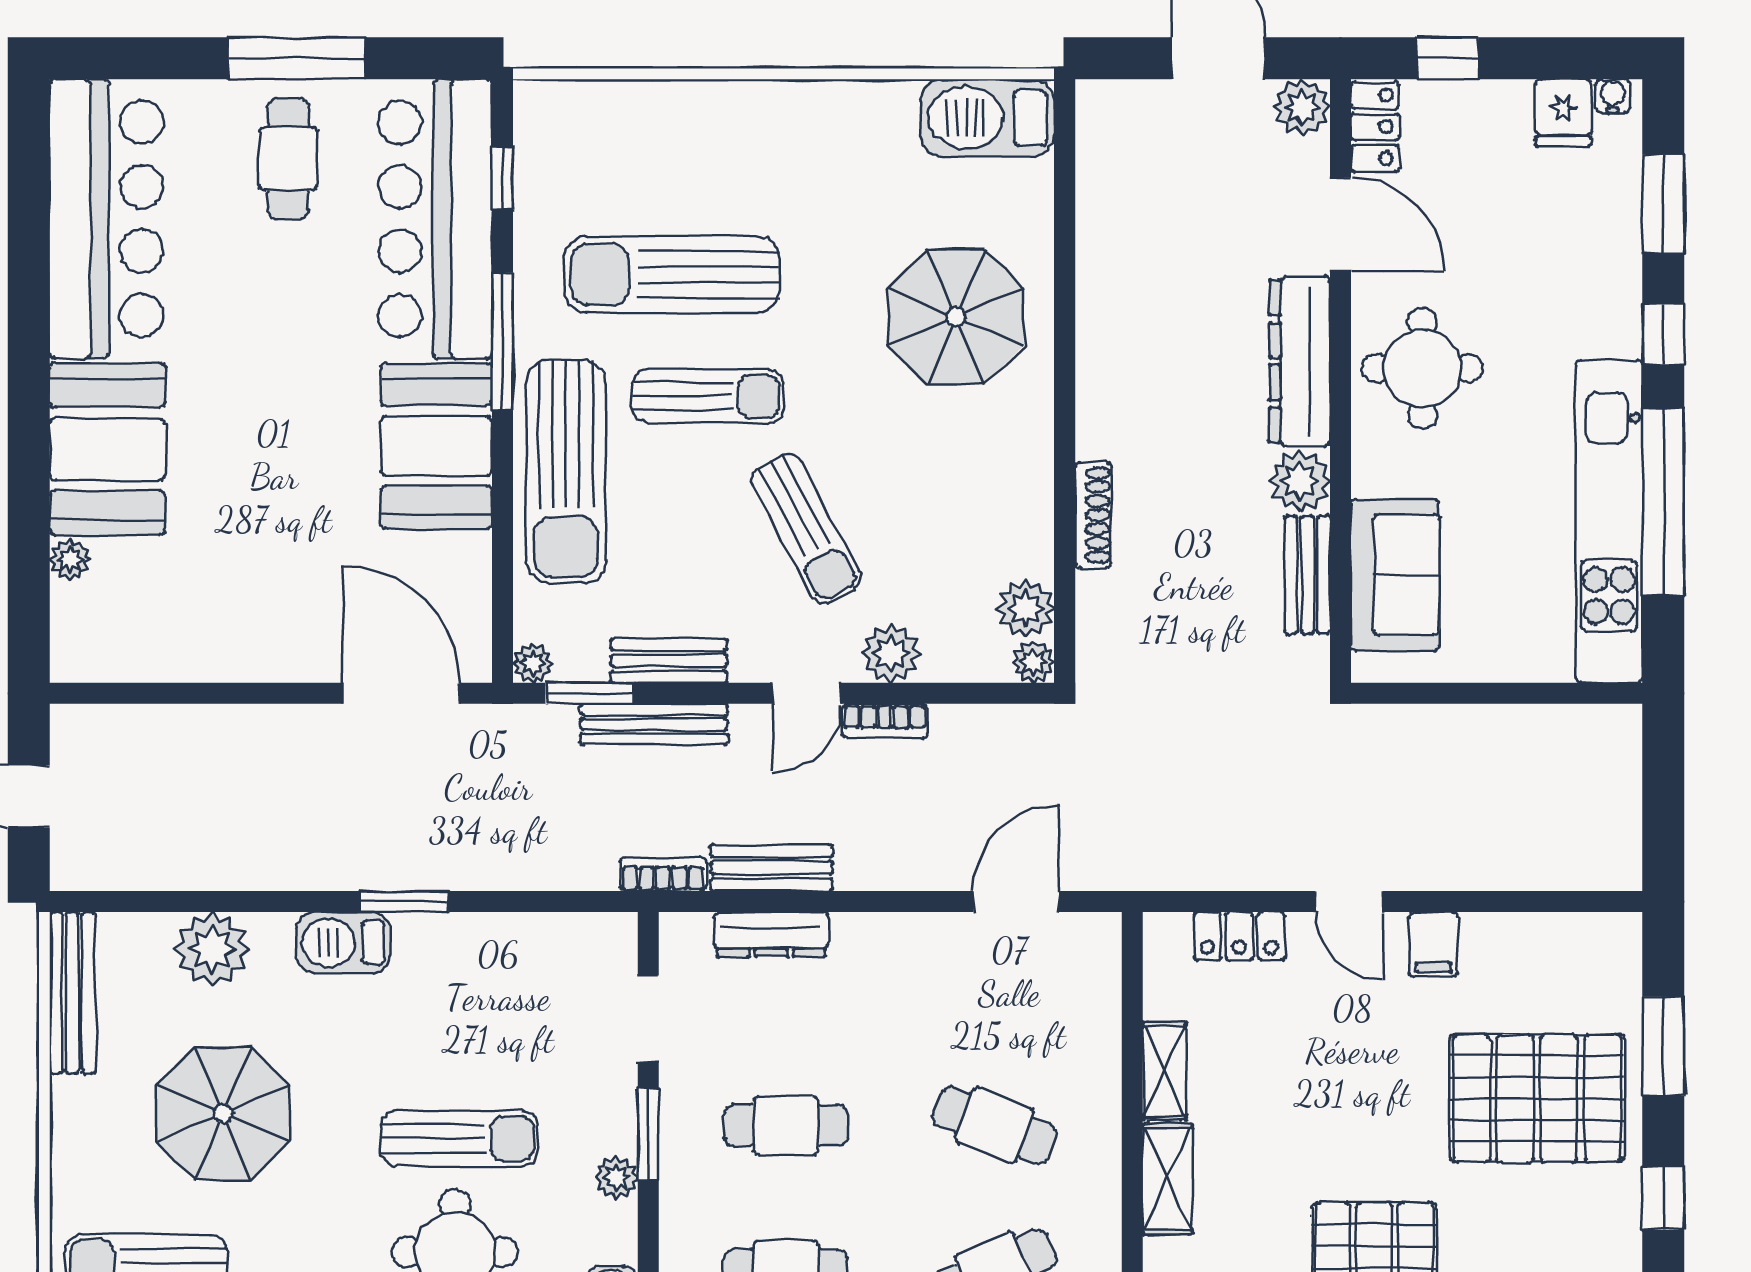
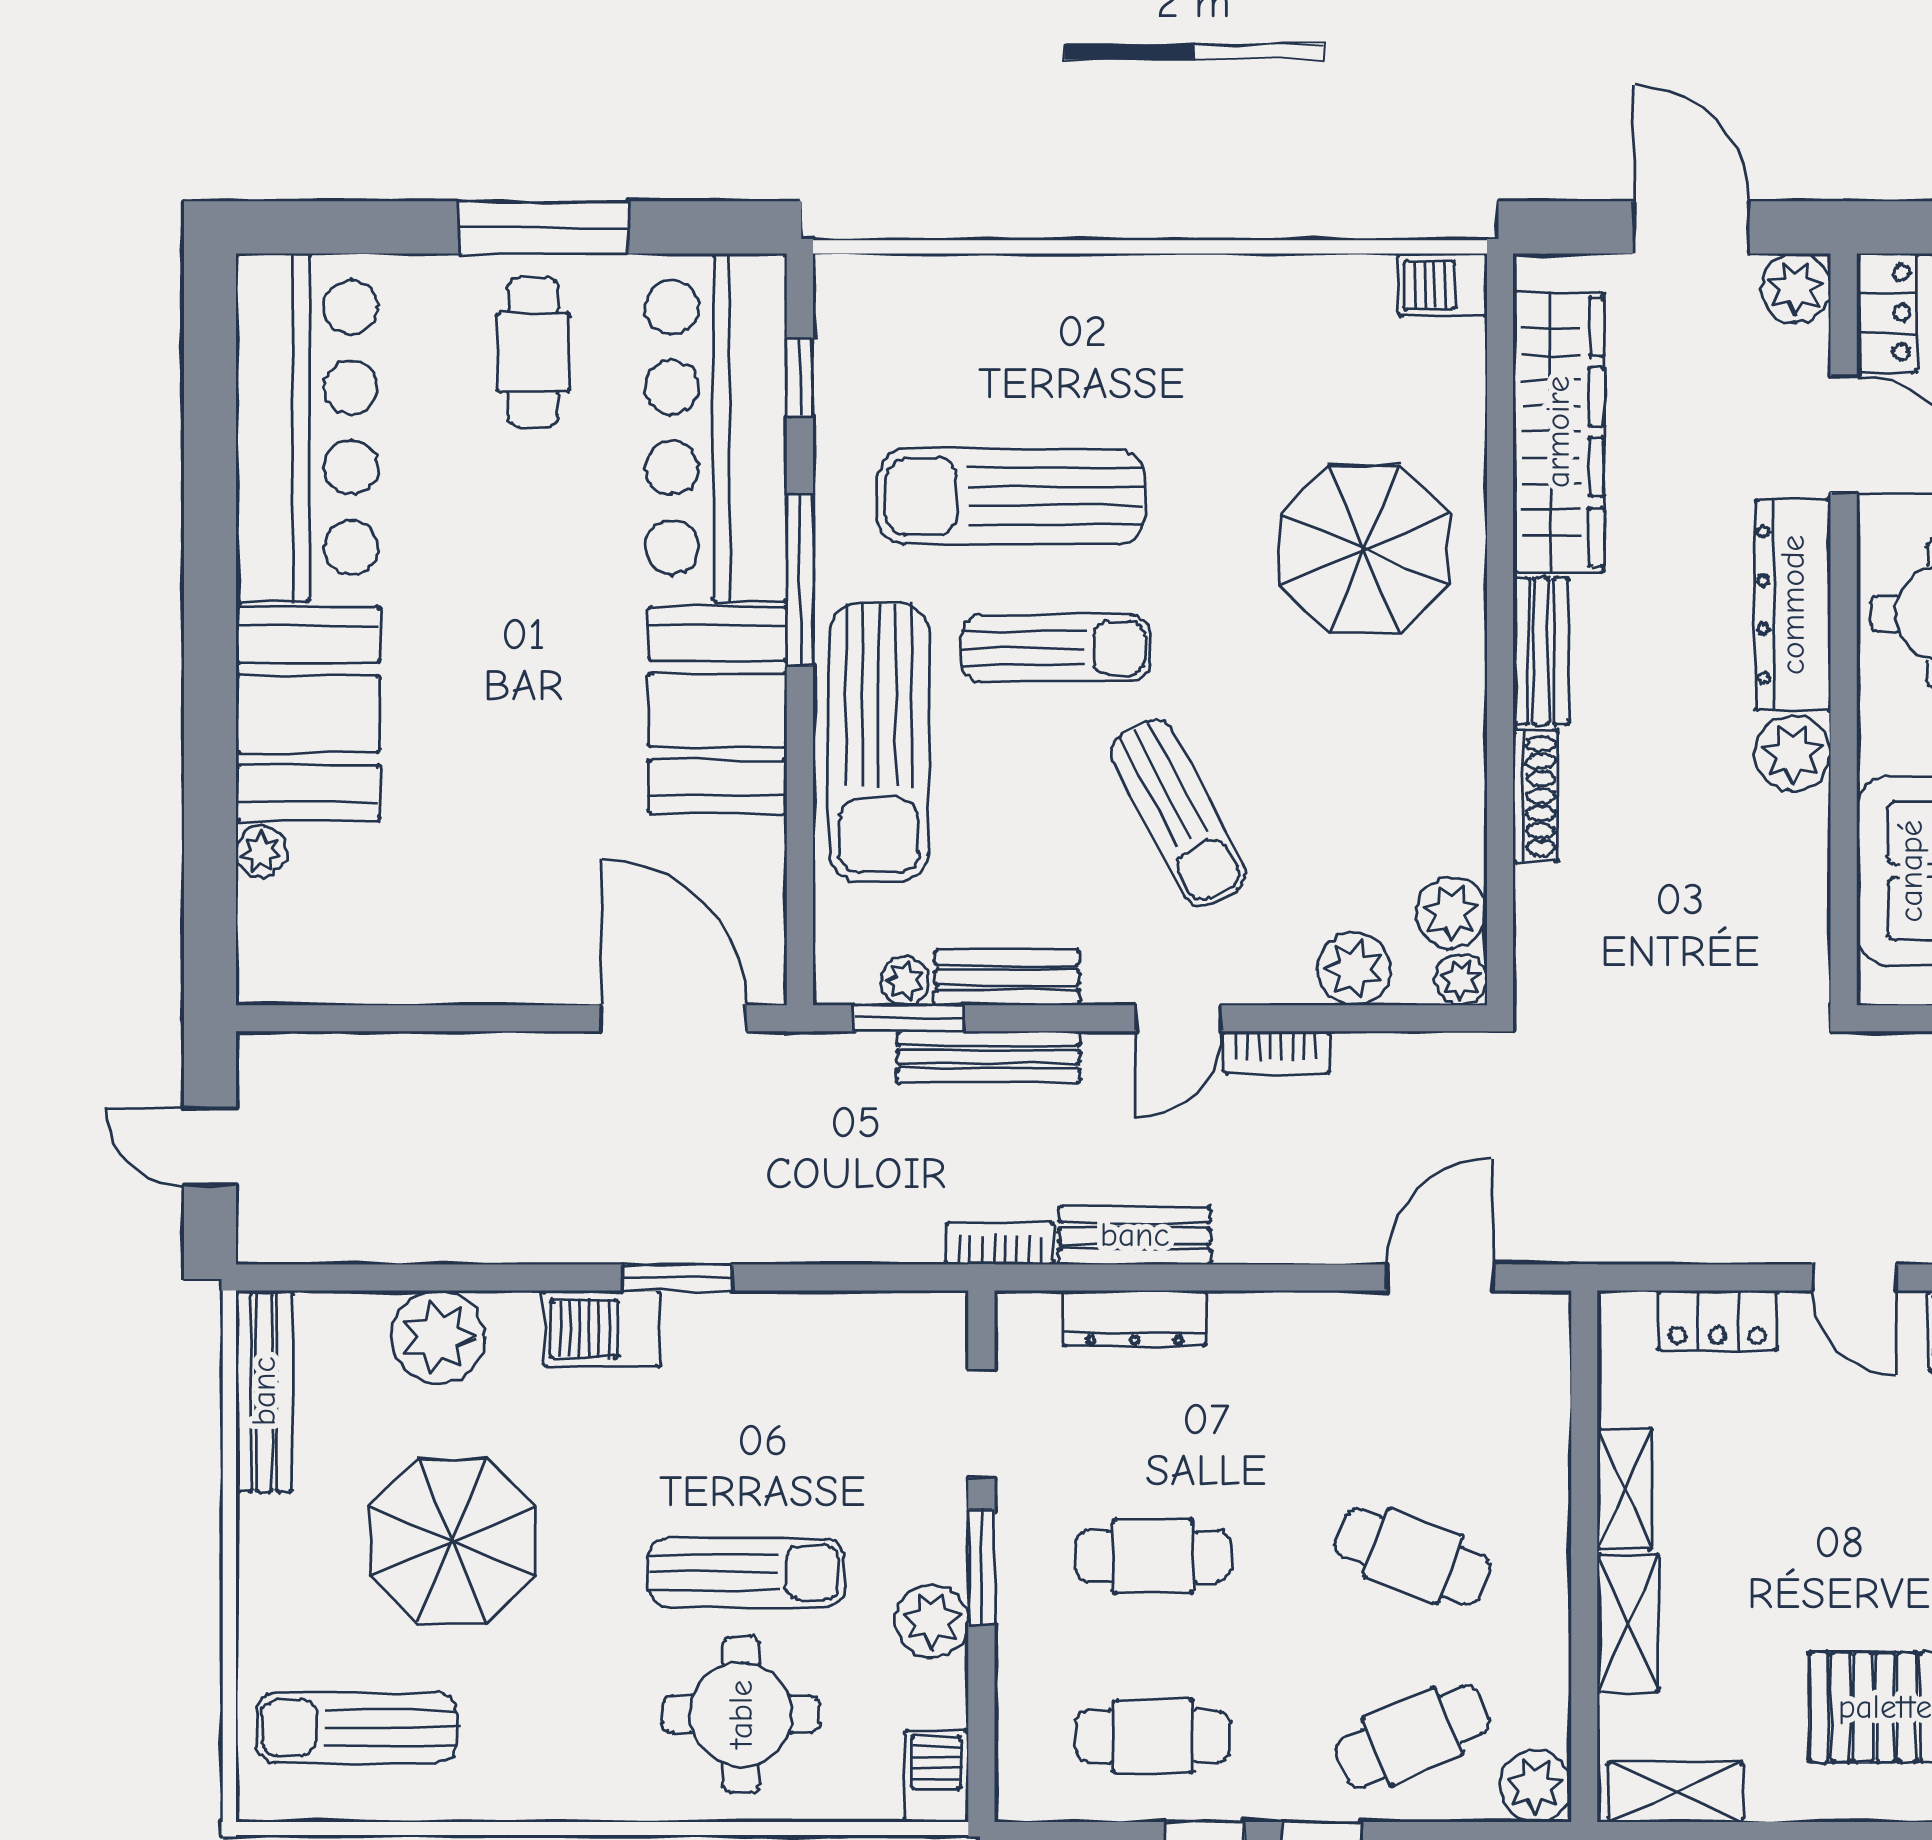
barbecue: (987, 118) -> (1443, 285), width x0.53, depth x0.65
wardrobe: (1111, 223) -> (1558, 432), added
bench: (1308, 575) -> (1541, 651), moved
plant: (891, 654) -> (1354, 969), moved
plant: (532, 663) -> (905, 981), moved
plant: (616, 1177) -> (932, 1621), width x1.38, depth x1.38

